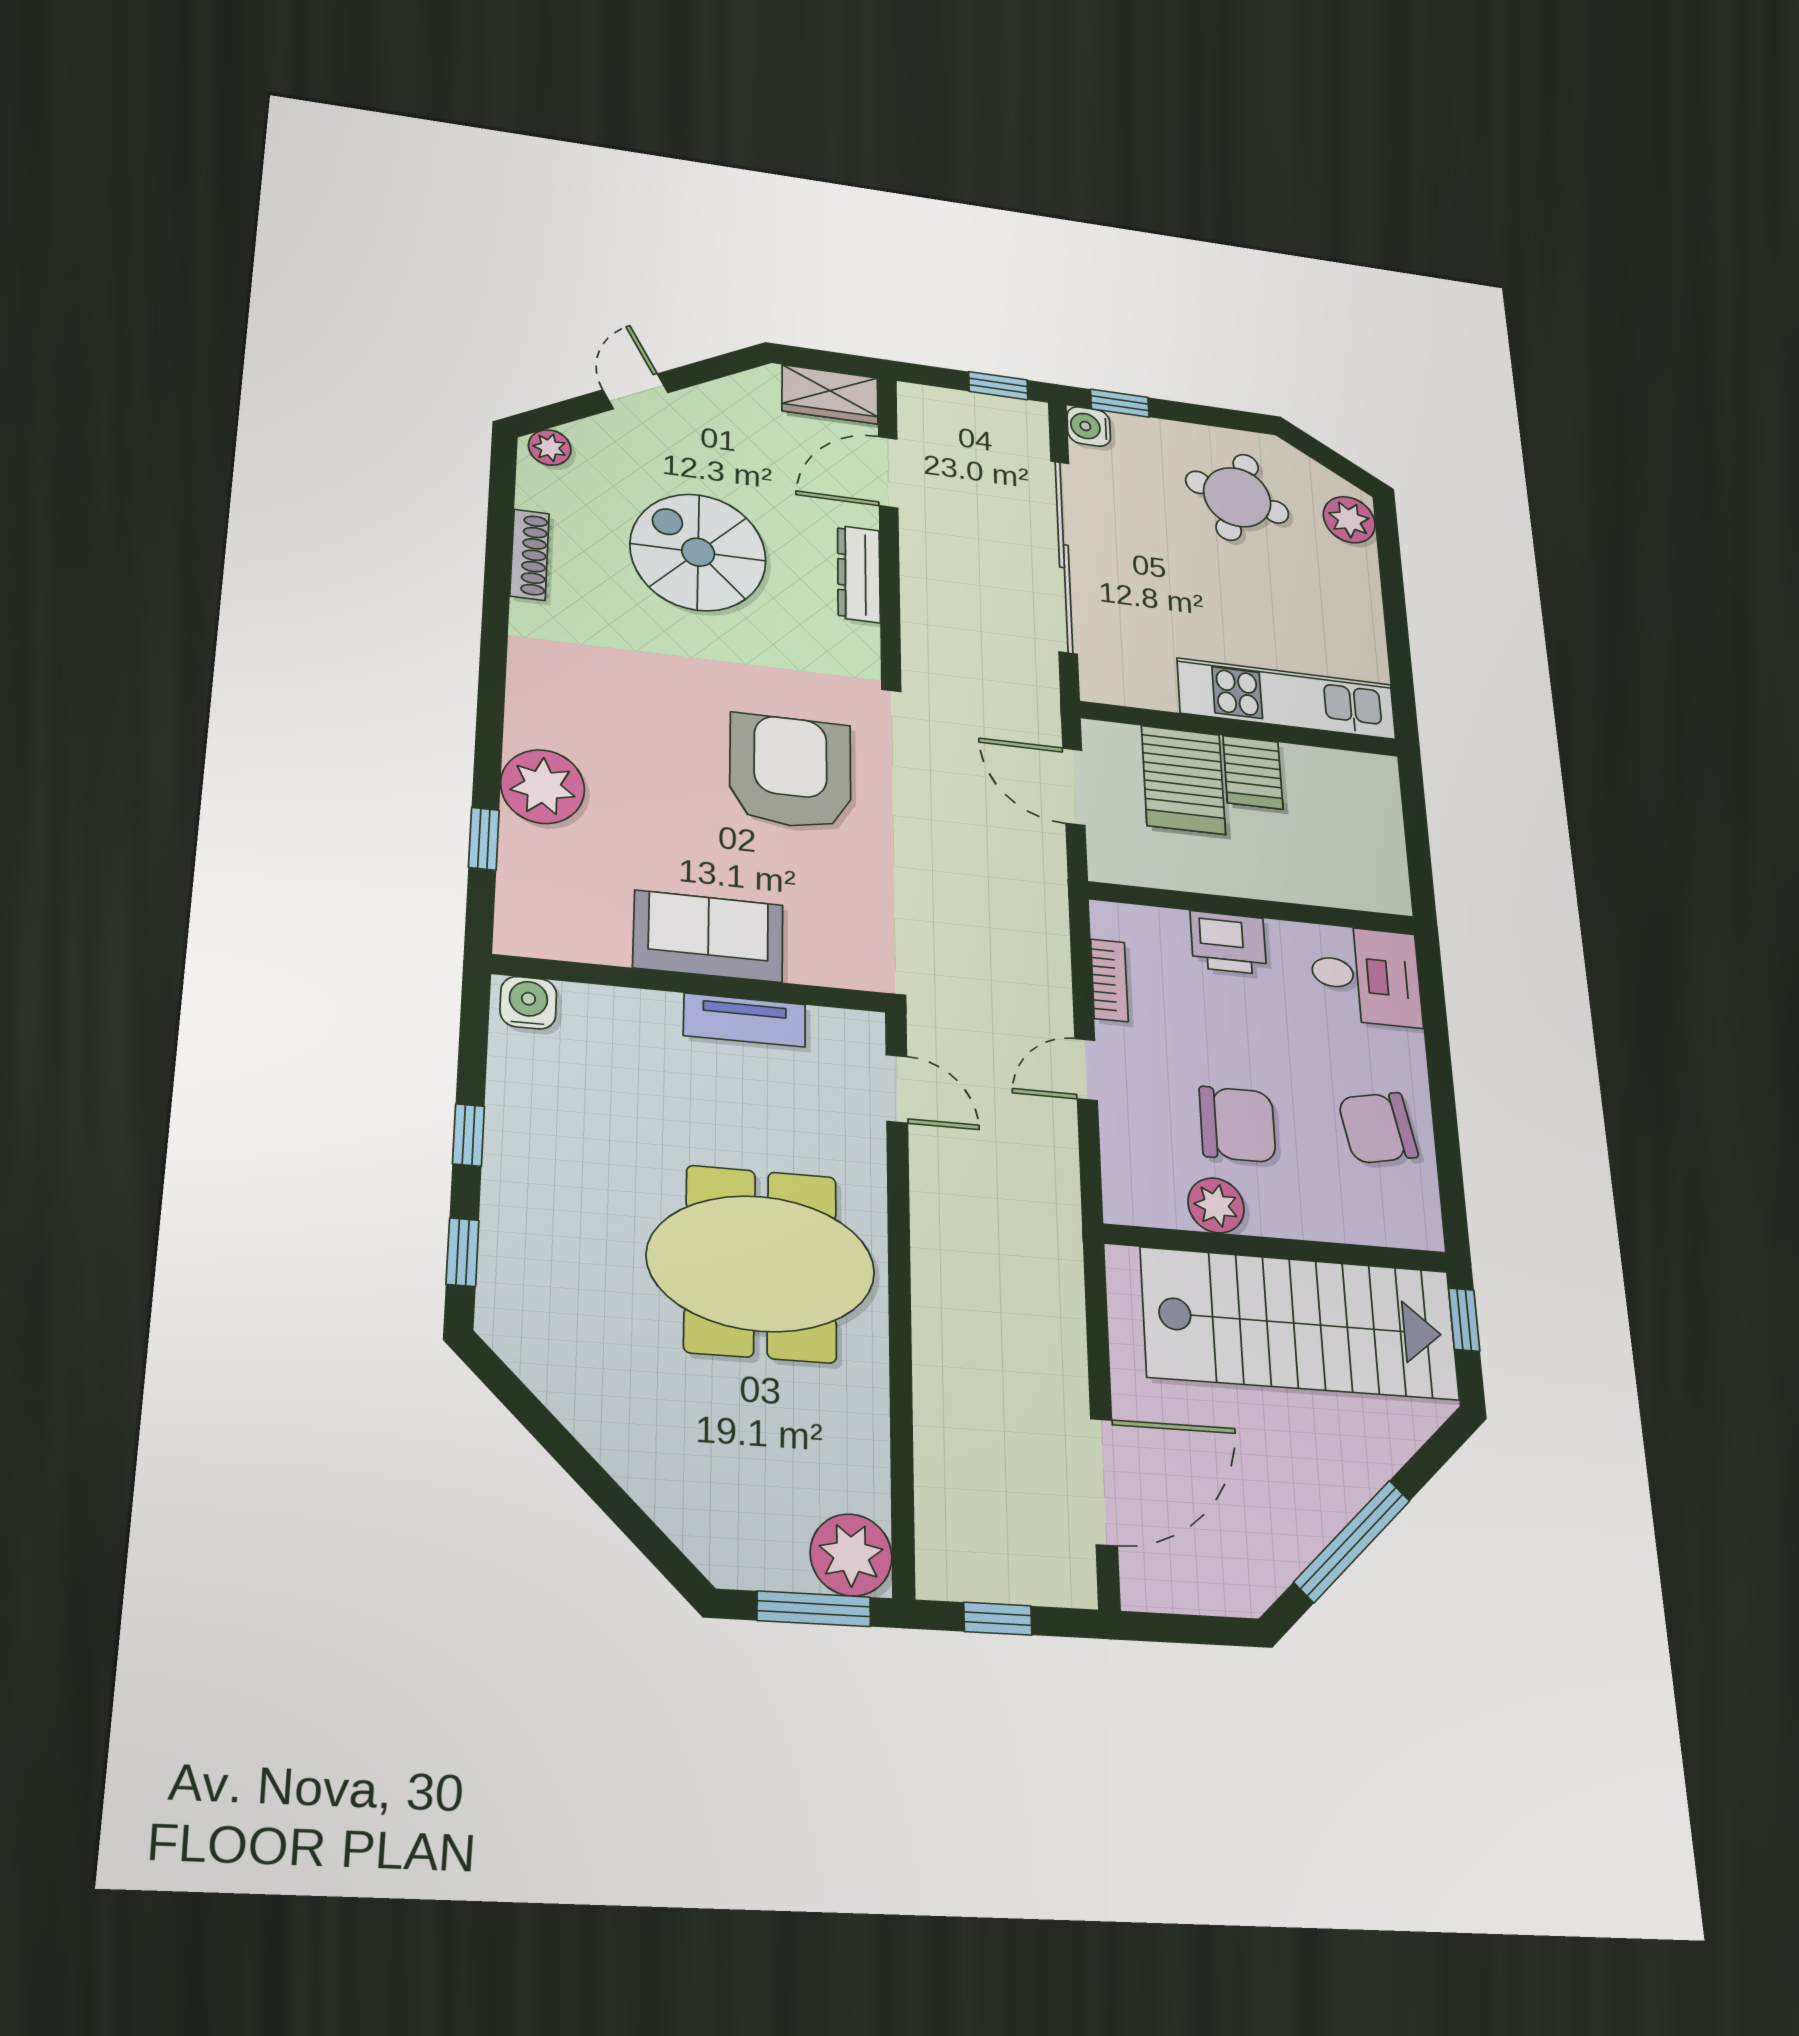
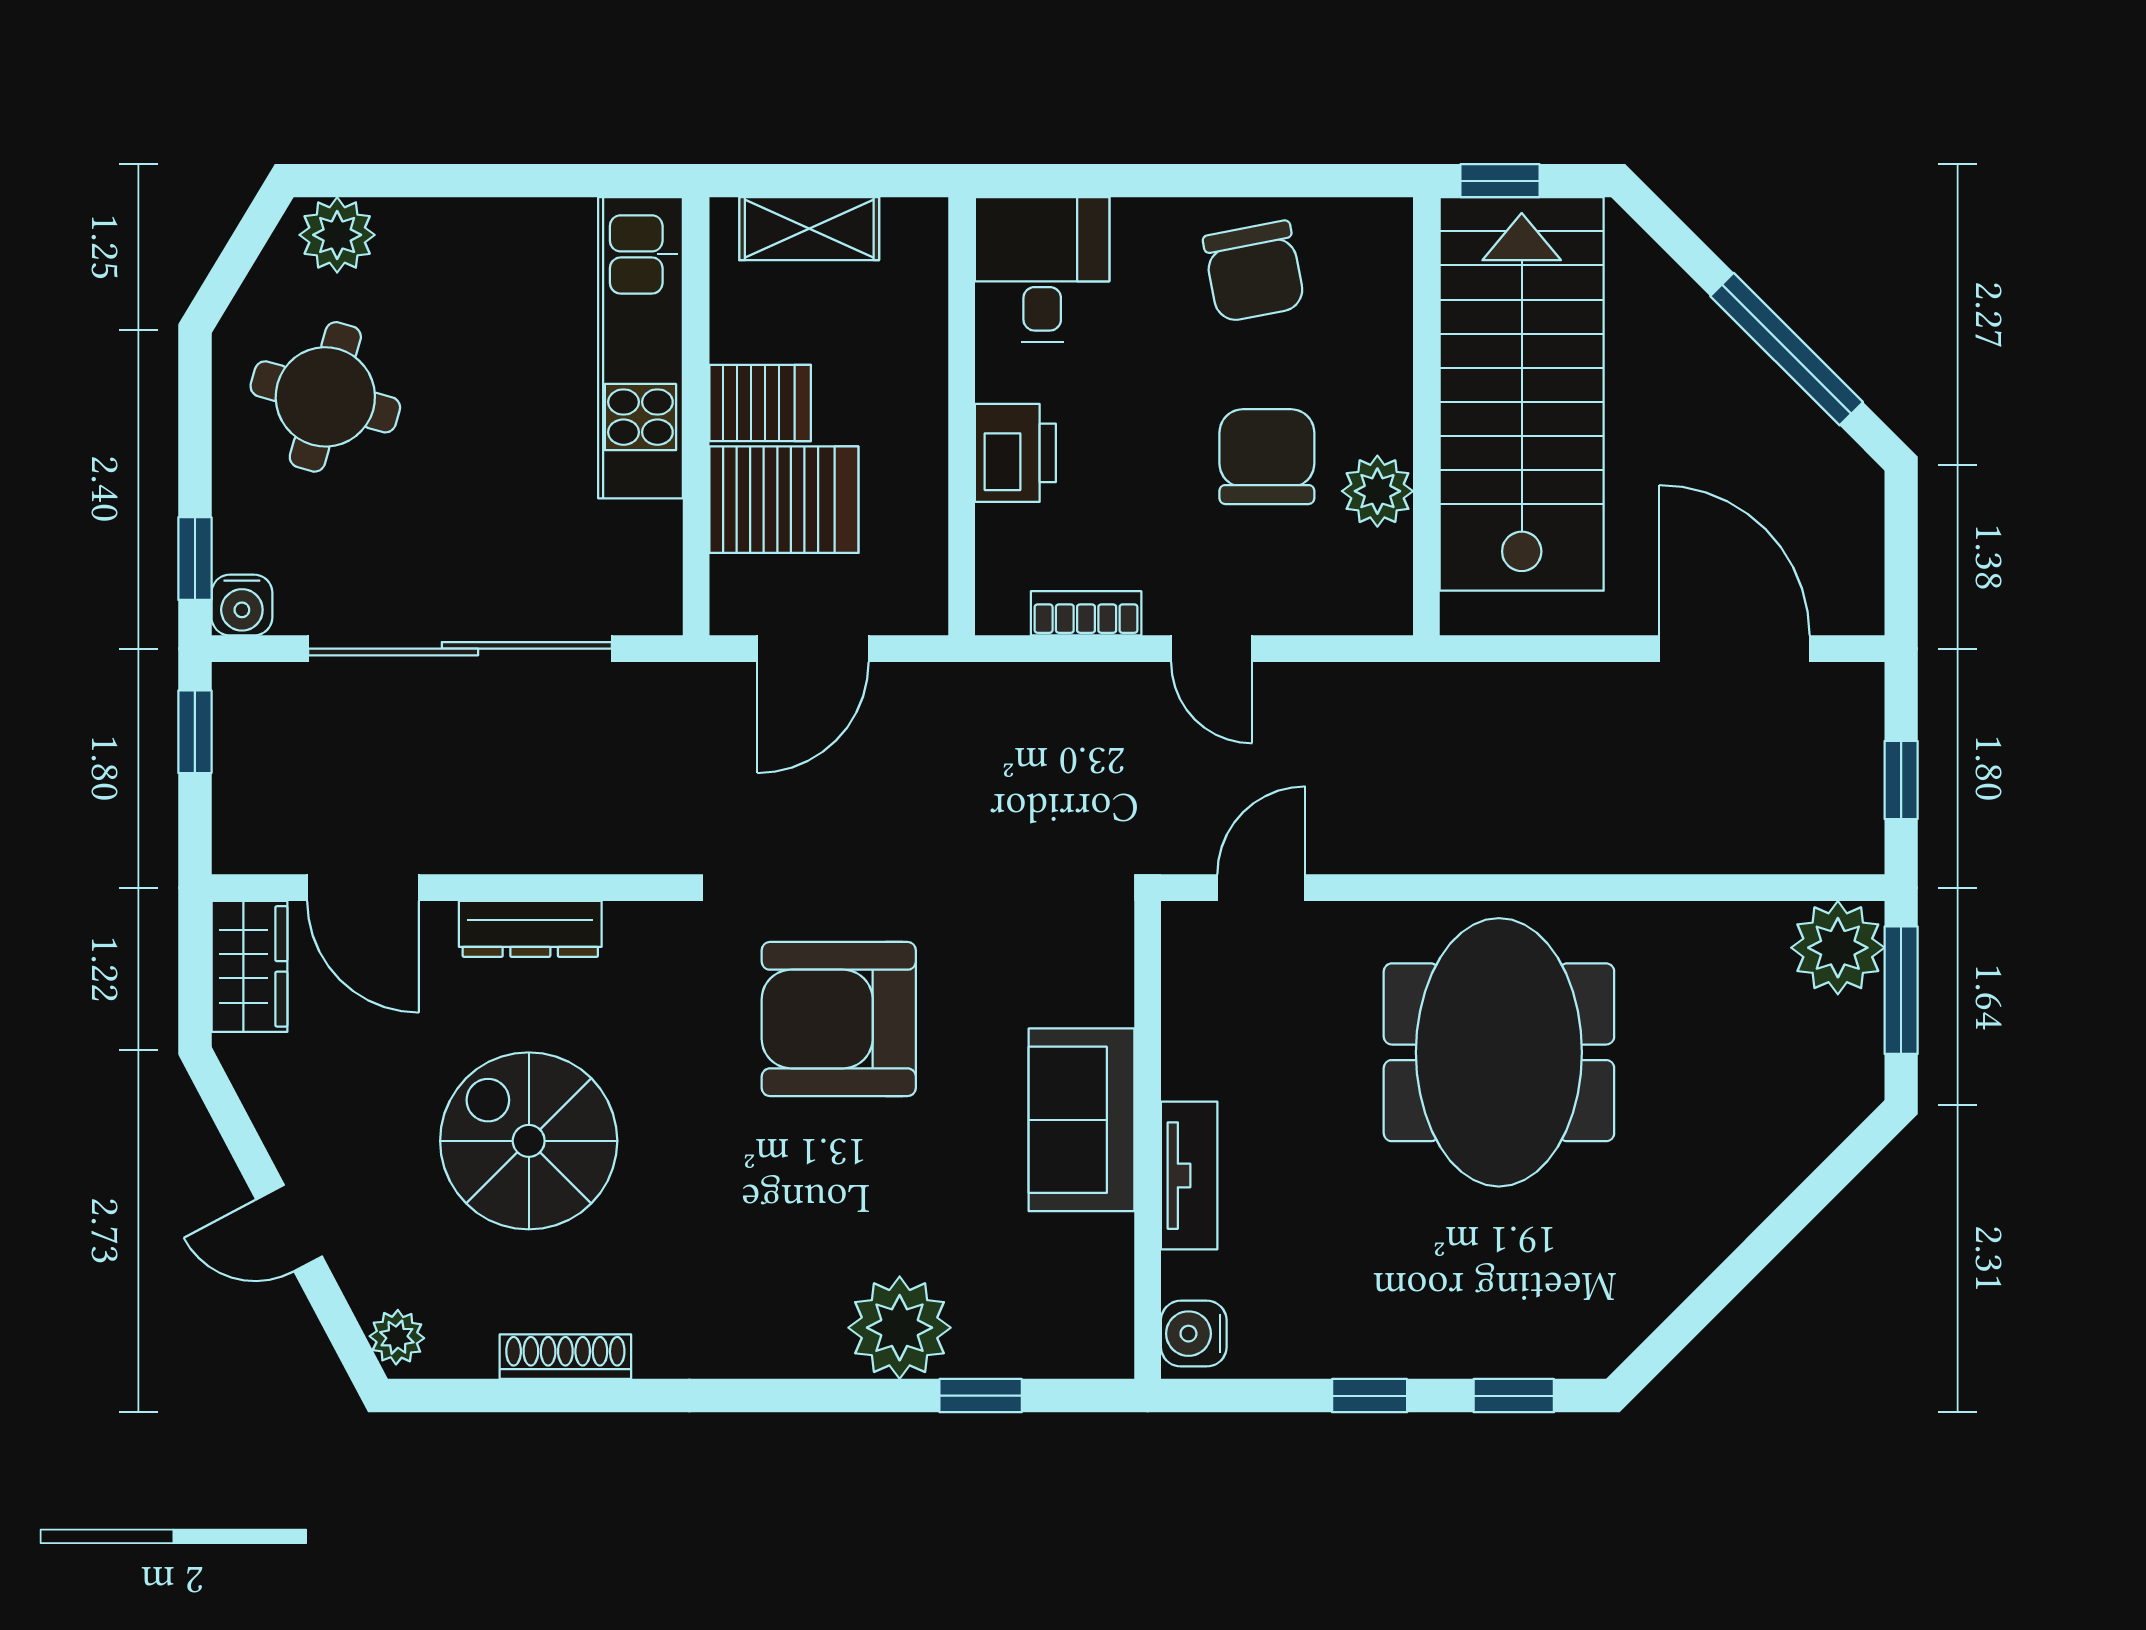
spiral stairs: (698, 552) -> (529, 1141), turned 90
shelving: (1381, 820) -> (809, 229), added
tv unit: (745, 1020) -> (1189, 1176), moved

